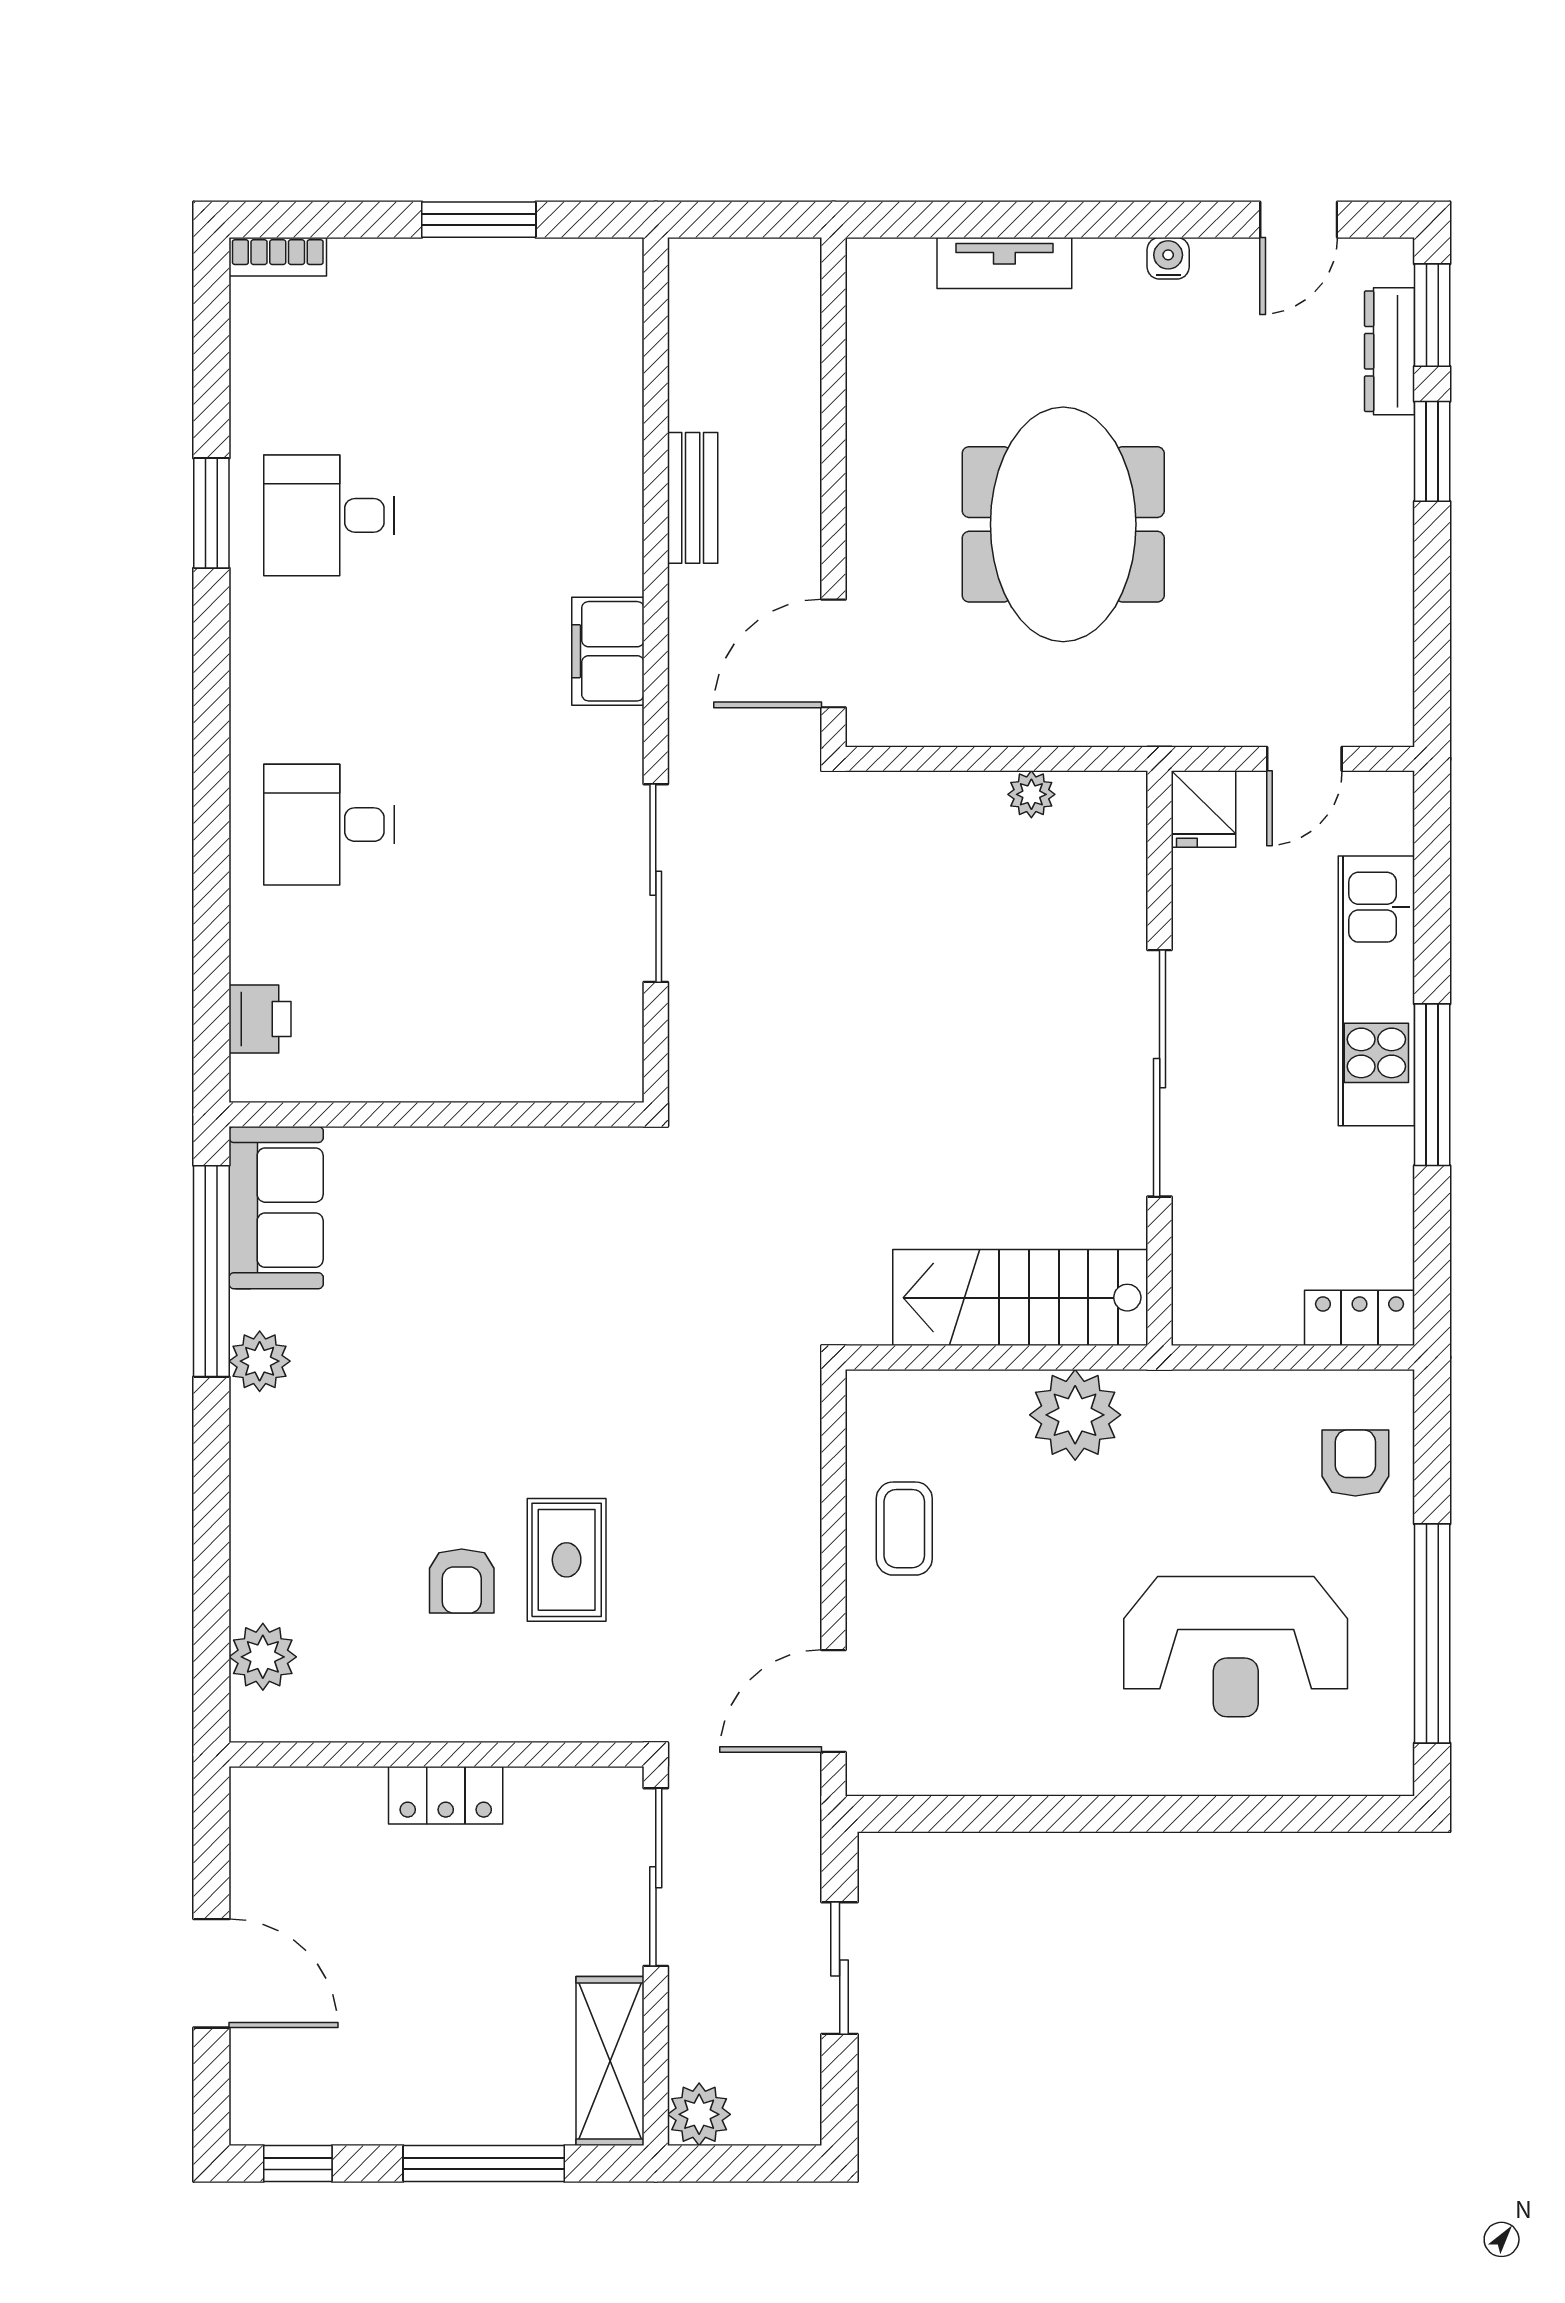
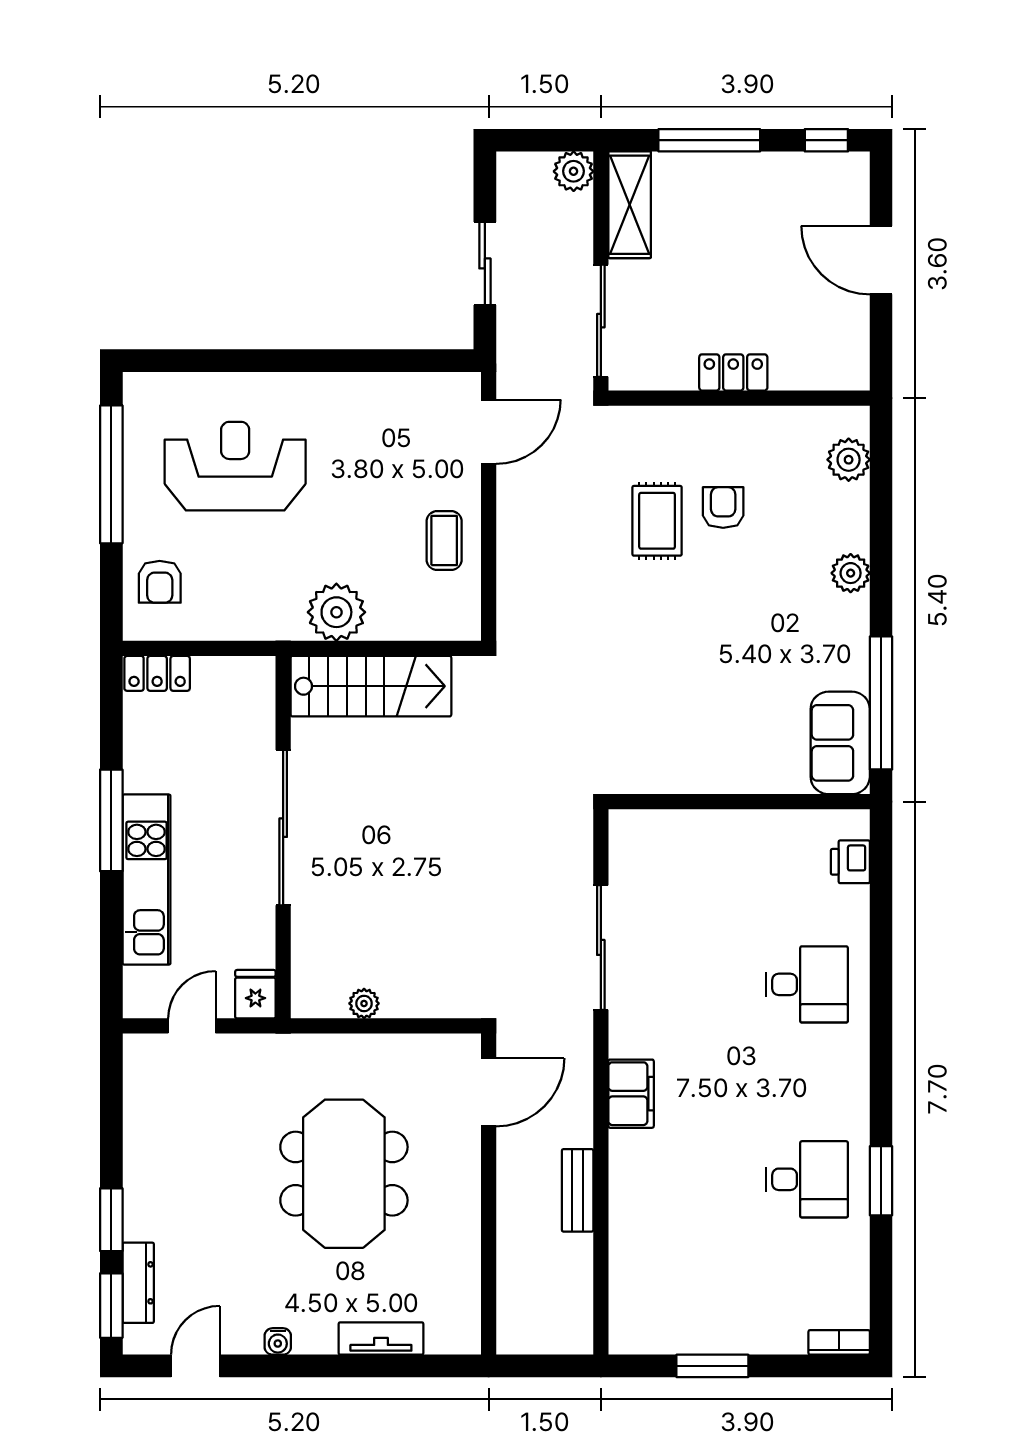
plant: (260, 1361) -> (851, 573), moved

